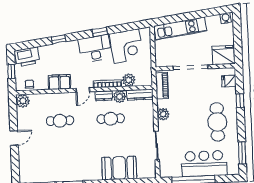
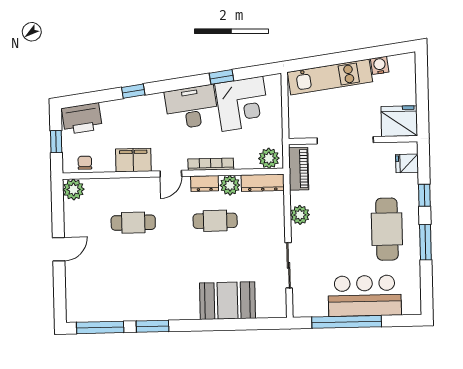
water cooler: (226, 18) -> (380, 65), moved
window: (100, 32) -> (222, 77), moved
plant: (129, 80) -> (269, 158), moved
window: (242, 153) -> (425, 242), moved

